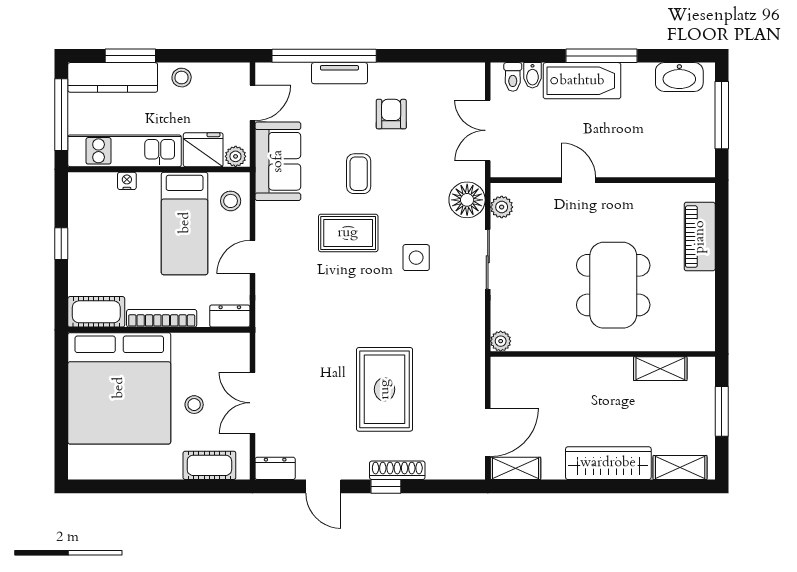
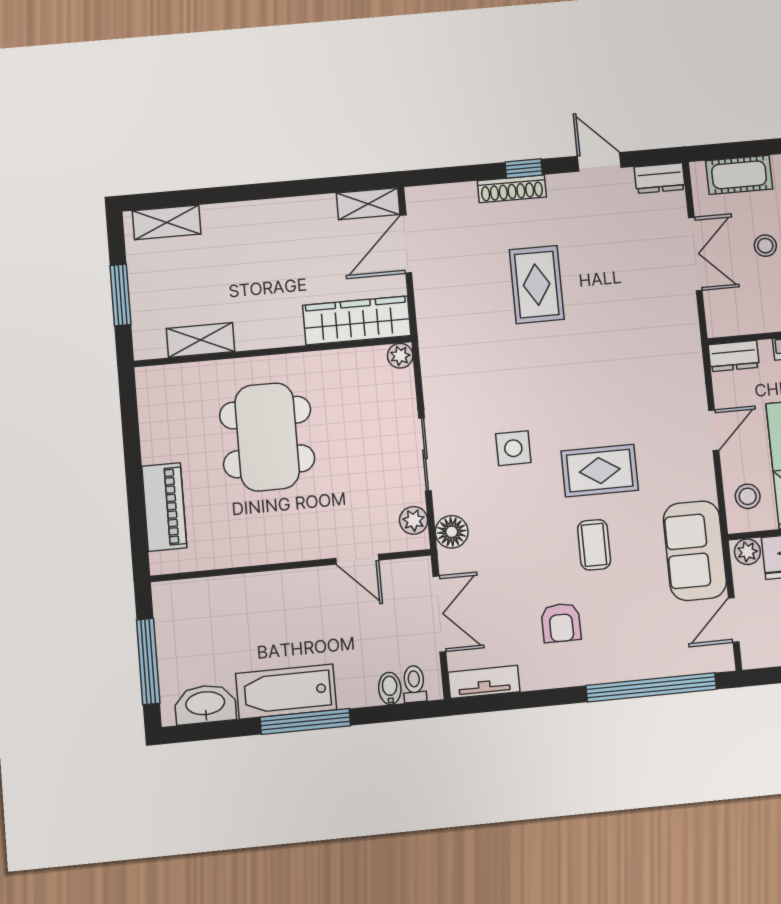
tv unit: (339, 73) -> (484, 682), moved
bathtub: (582, 81) -> (286, 692), moved
door: (578, 180) -> (357, 559), moved
floor lamp: (467, 200) -> (452, 532), width x0.73, depth x0.73
rug: (385, 389) -> (537, 285), width x0.73, depth x0.70
wardrobe: (608, 463) -> (357, 320), moved, turned 180

